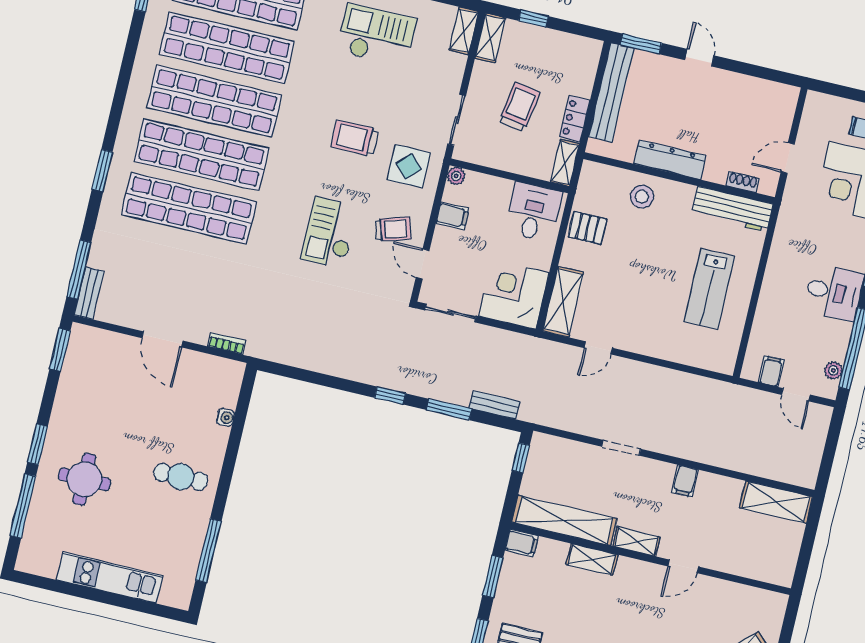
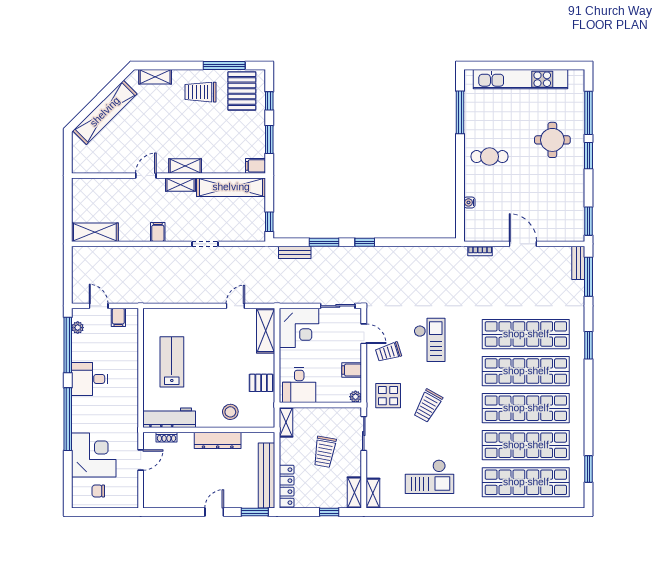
door: (699, 58) -> (214, 512), swing flipped
locker: (575, 119) -> (287, 486), moved, width x1.53
trolley: (355, 138) -> (428, 406), turned 119
shelving: (592, 559) -> (185, 166), moved
kitchen unit: (110, 578) -> (520, 79), width x1.36

